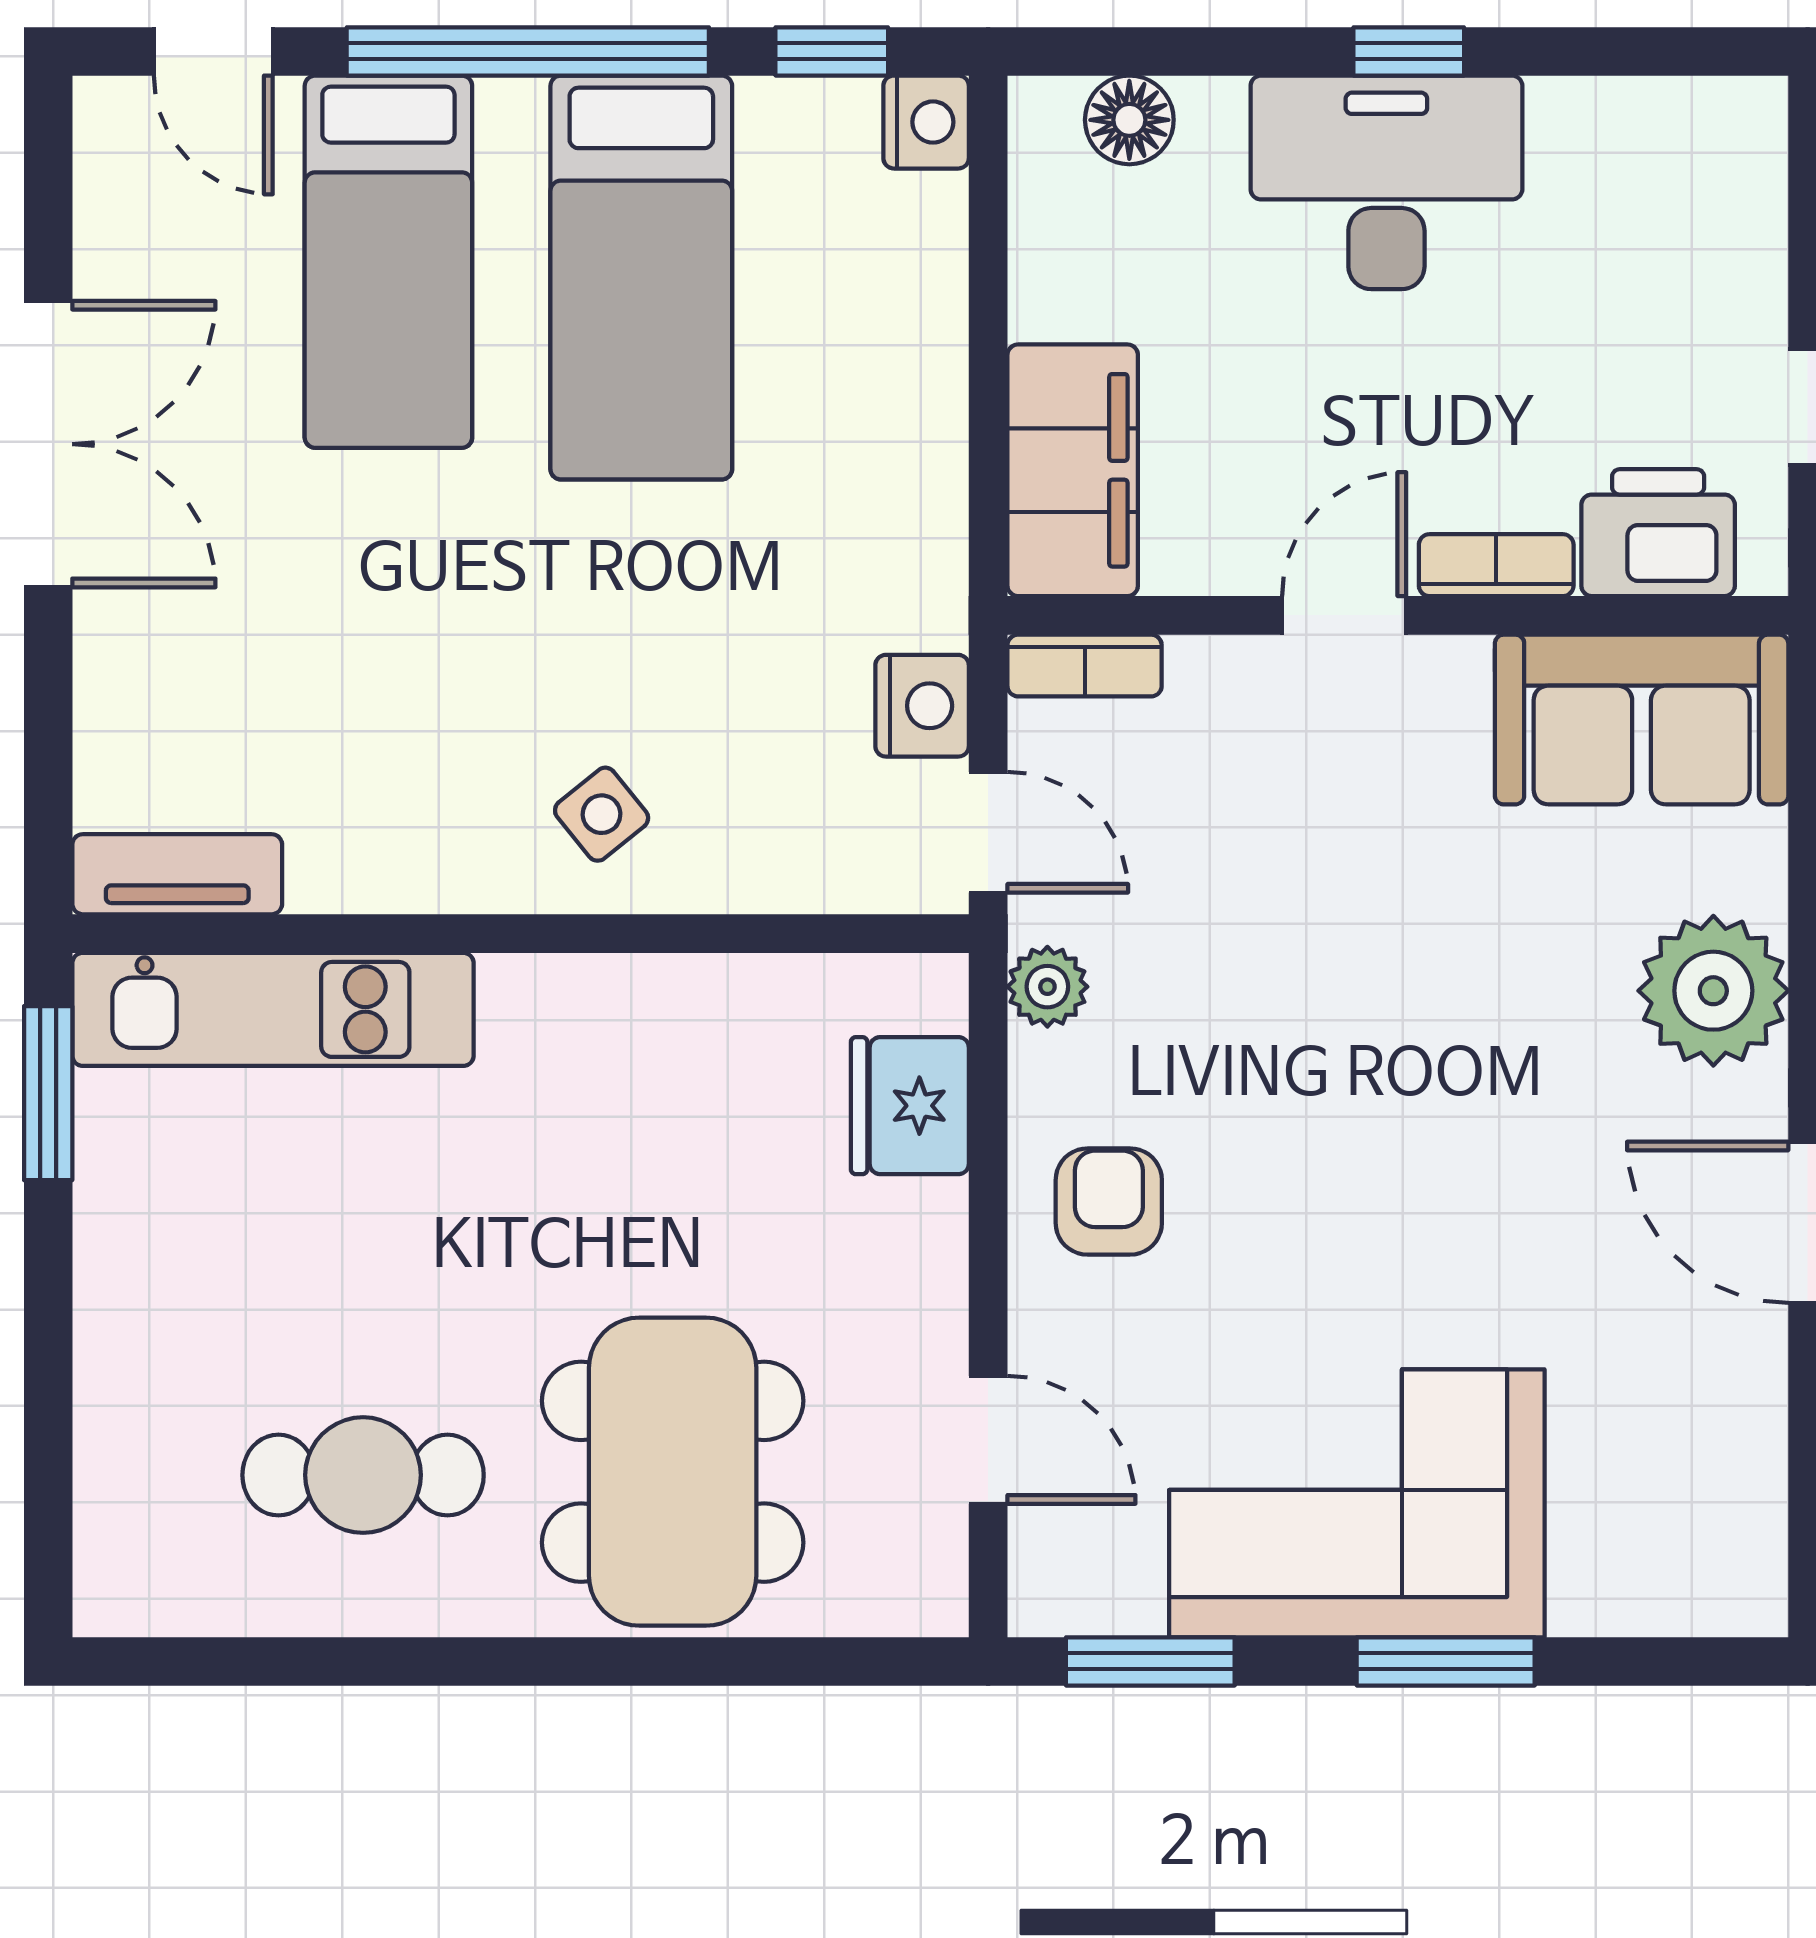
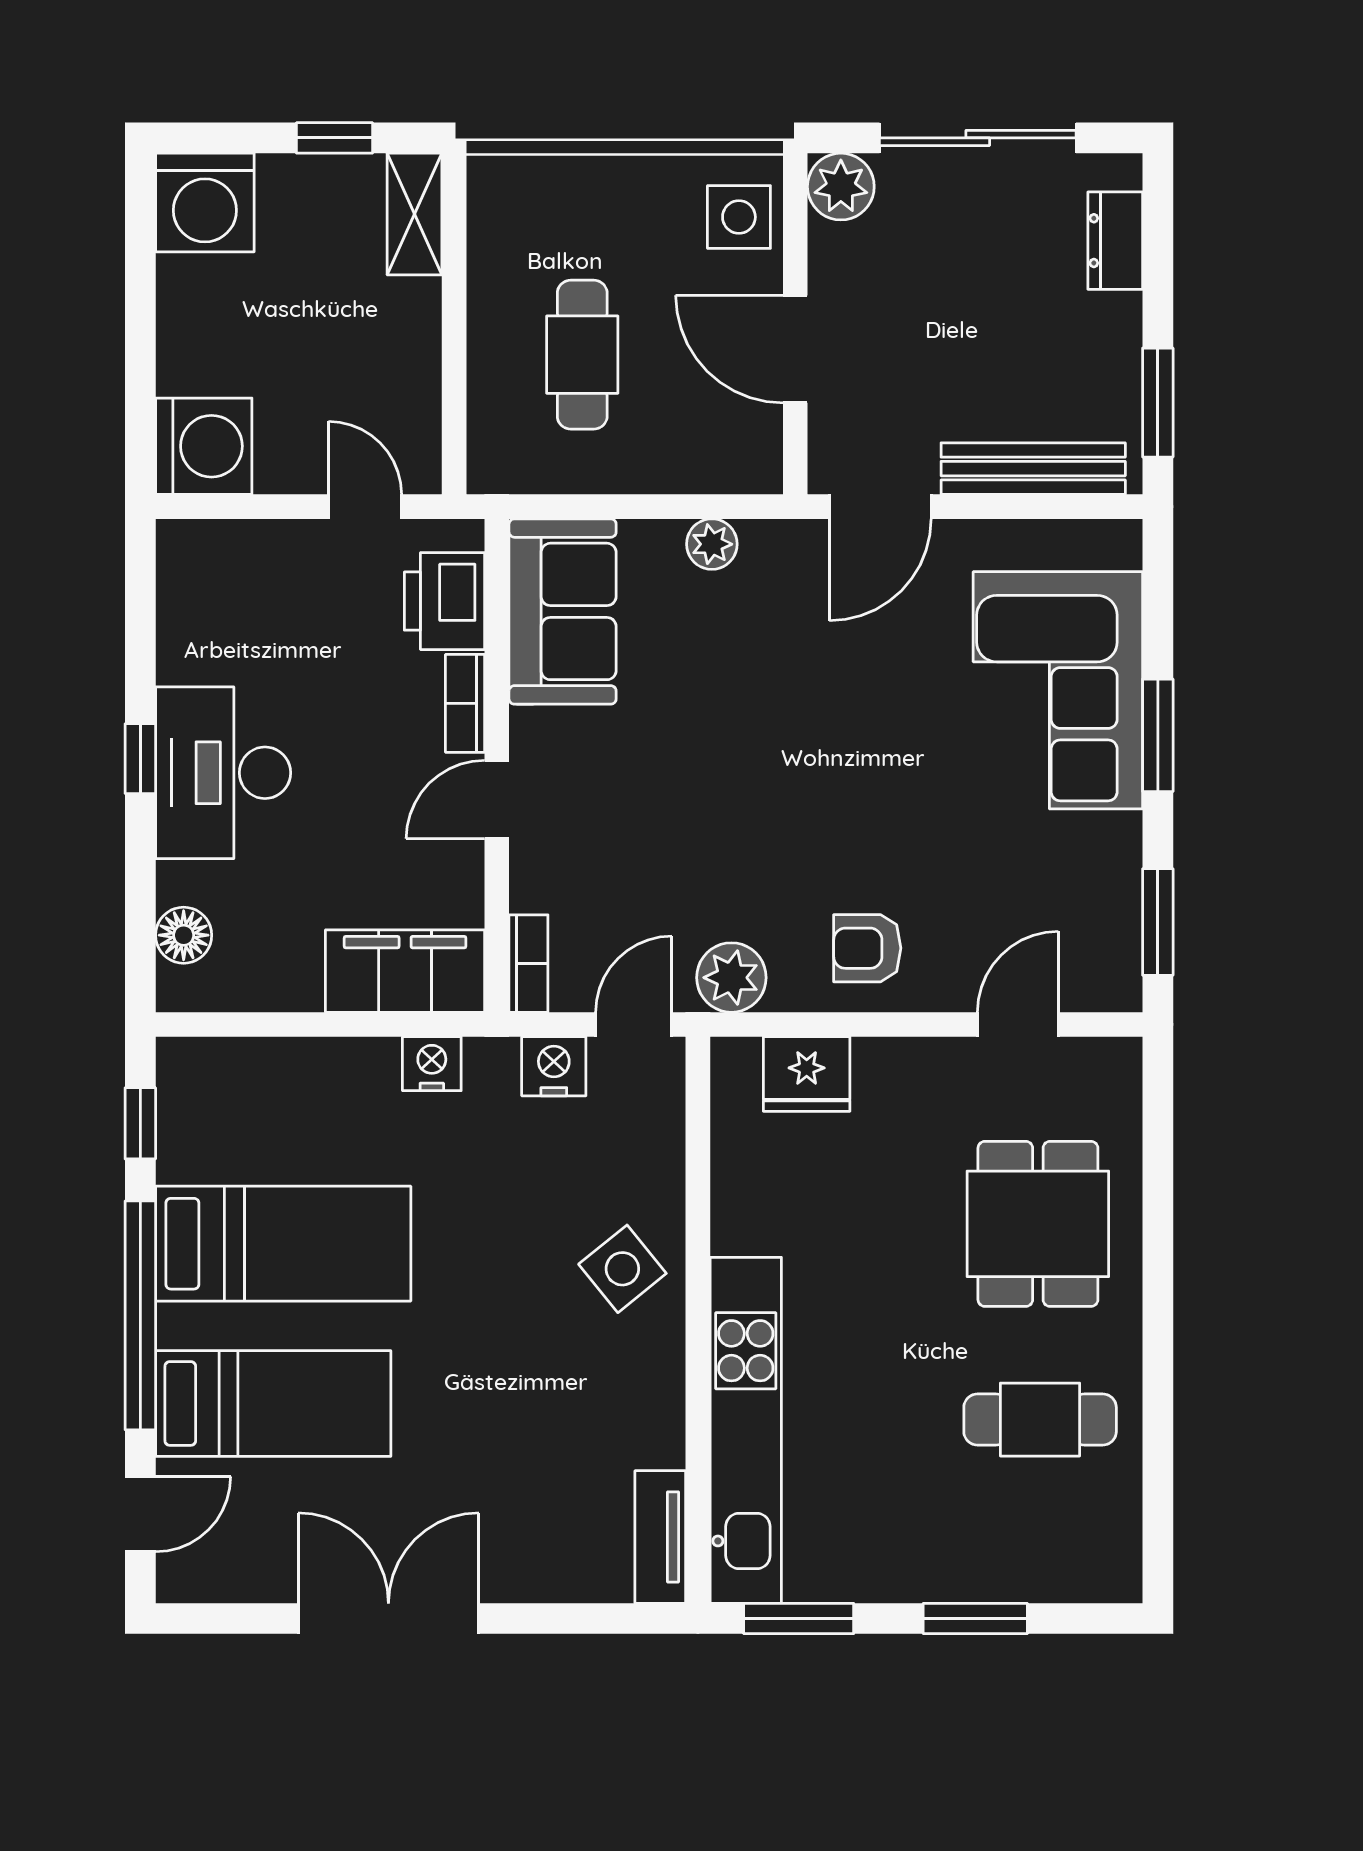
nightstand: (926, 122) -> (432, 1064), moved
door: (1344, 615) -> (497, 799), hinge flipped
side table: (602, 814) -> (622, 1269), width x1.37, depth x1.37
plant: (1047, 987) -> (731, 978), width x1.38, depth x1.38
plant: (1713, 991) -> (712, 544), width x0.53, depth x0.53
kitchen unit: (273, 1009) -> (746, 1430), width x1.36
window: (48, 1373) -> (975, 1618), added
dining table: (673, 1472) -> (1038, 1224), width x0.73
cafe table: (363, 1475) -> (1040, 1420), turned 90
corner sofa: (1357, 1503) -> (1058, 690), moved

